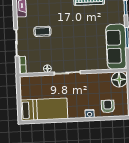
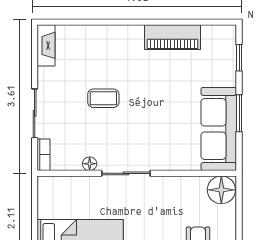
coffee table: (42, 31) -> (103, 98), moved

